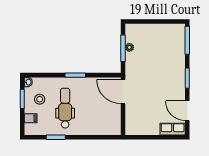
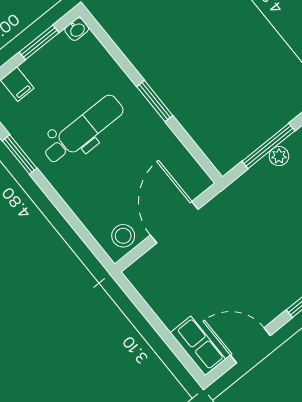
door: (123, 92) -> (174, 222), moved
stool: (40, 99) -> (123, 236), moved
door: (187, 111) -> (250, 345), hinge flipped

